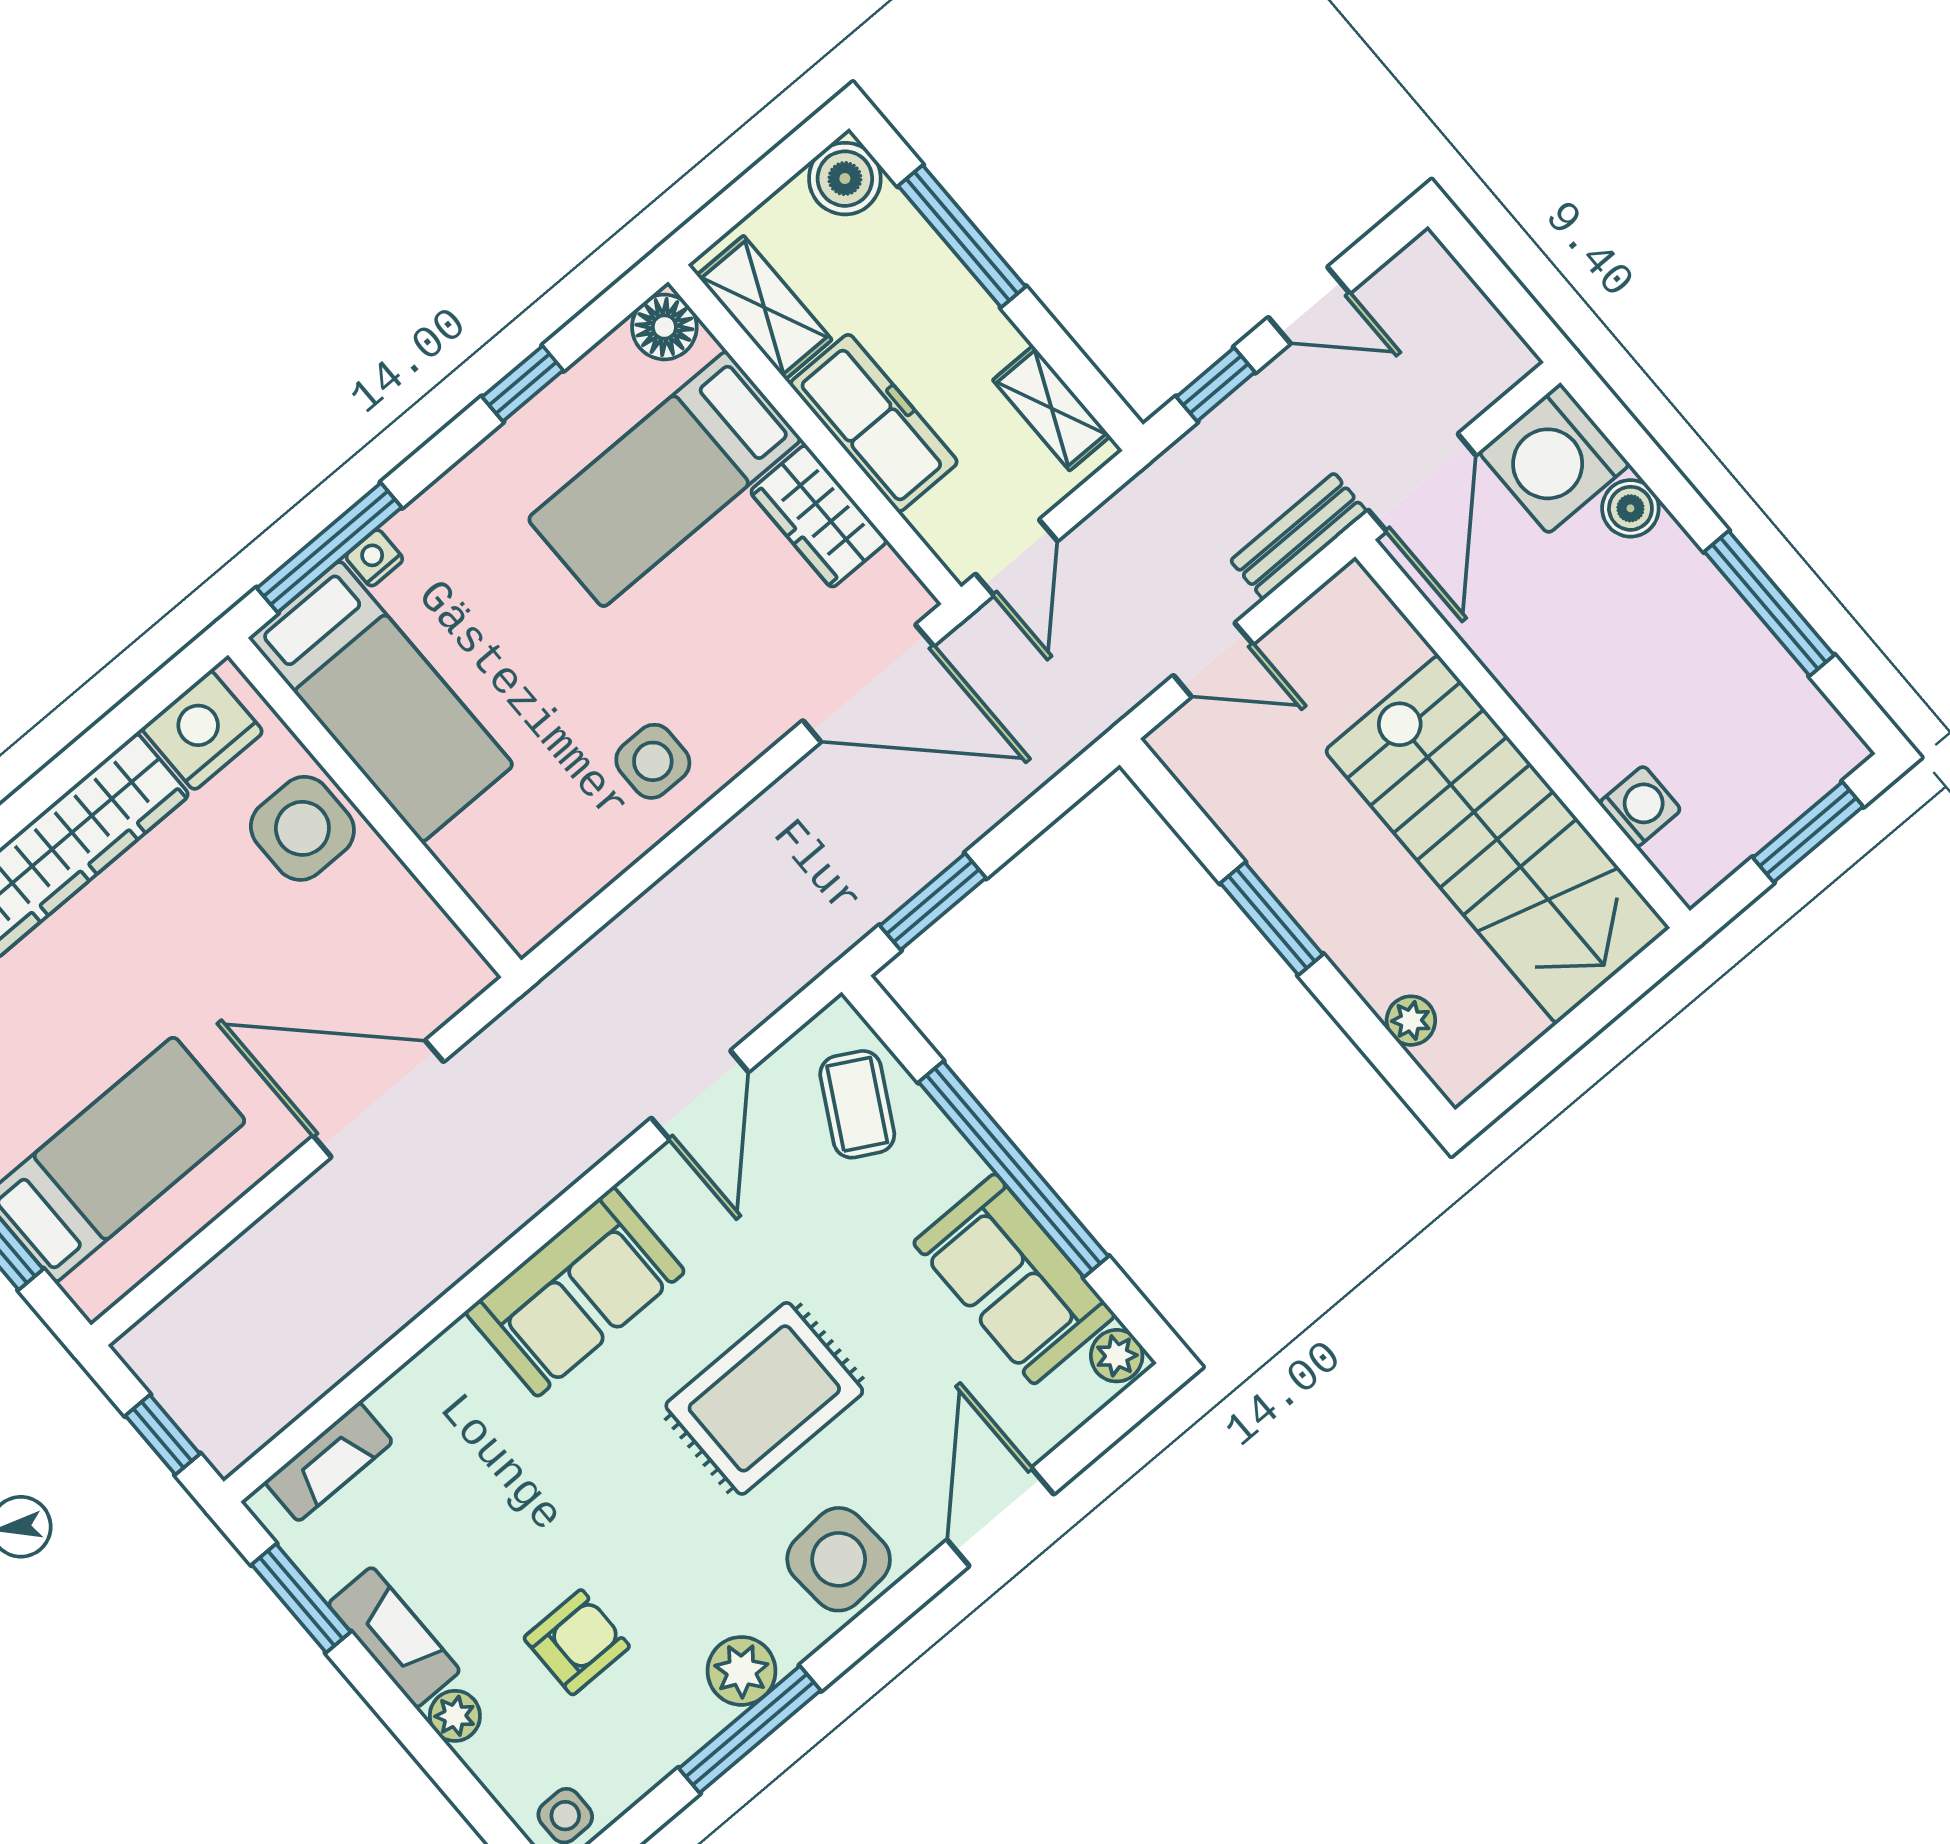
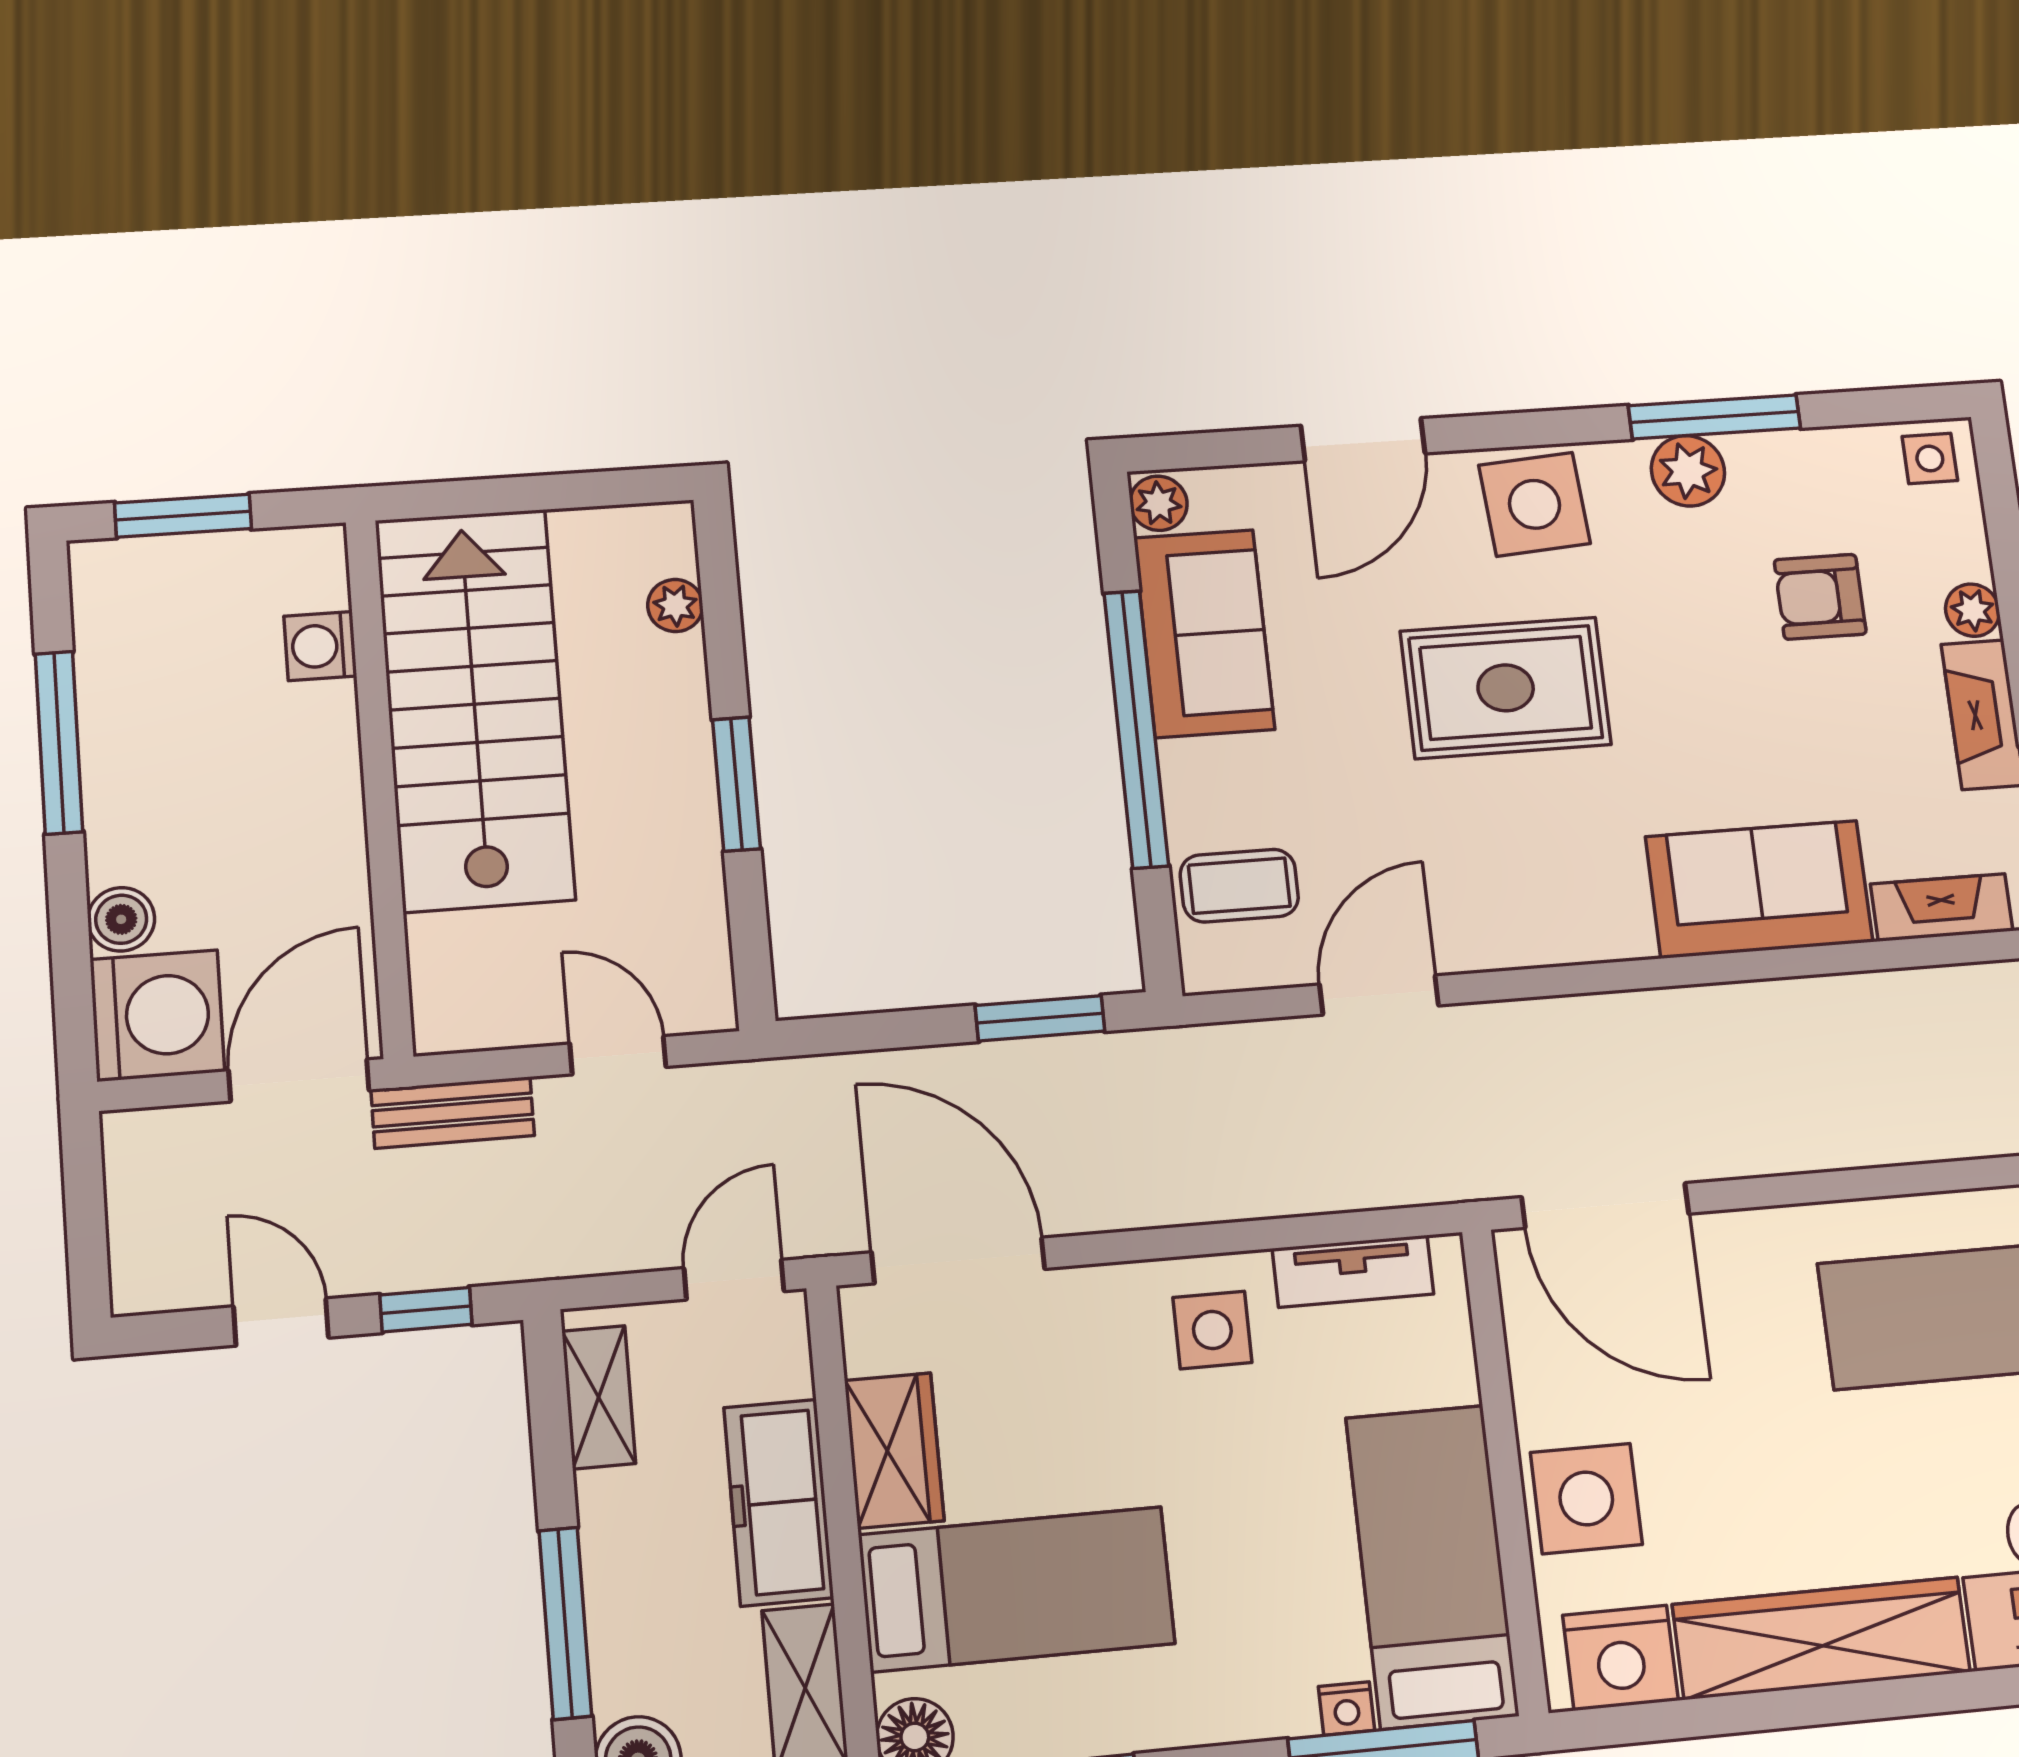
tv unit: (581, 876) -> (1353, 1271), added
door: (378, 1099) -> (1605, 1205), moved
coffee table: (857, 1104) -> (1239, 886), turned 61
sofa: (575, 1292) -> (1759, 889), moved

